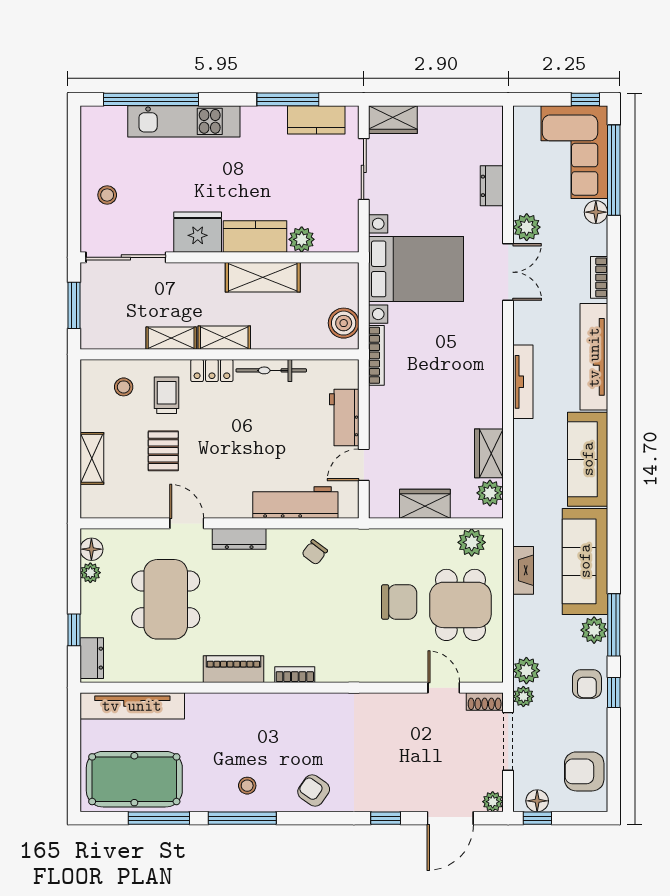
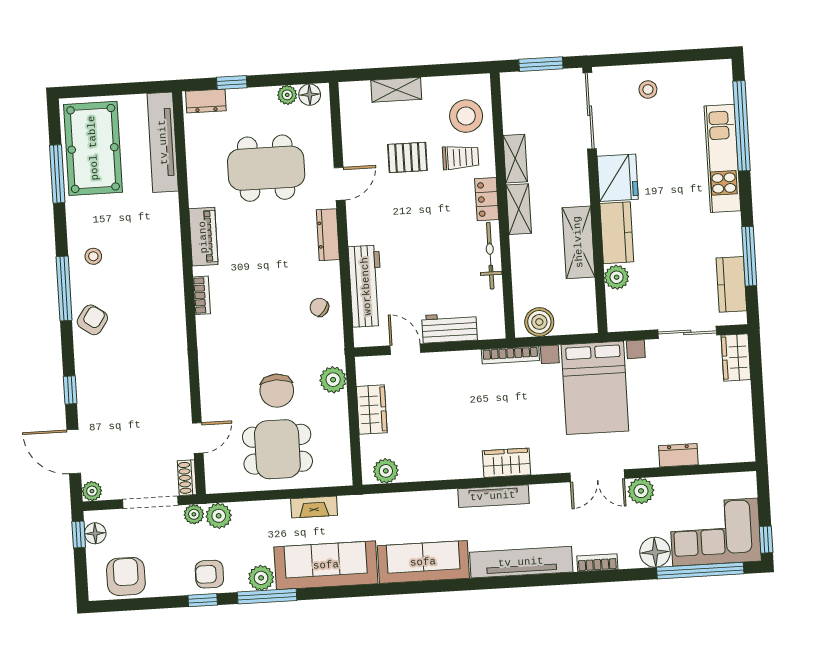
floor lamp: (596, 212) -> (655, 552), width x1.38, depth x1.38
stool: (124, 387) -> (466, 116), width x1.89, depth x1.89
wardrobe: (489, 453) -> (506, 463), moved
plant: (472, 542) -> (333, 380), moved
window: (242, 818) -> (64, 288), moved

